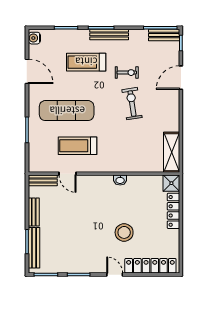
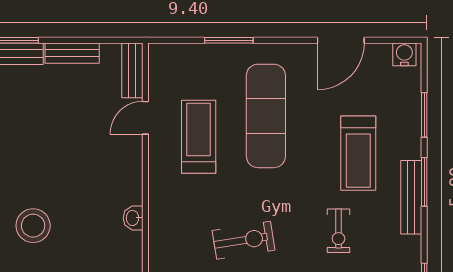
treadmill: (86, 62) -> (358, 153), turned 180
exercise bike: (132, 104) -> (244, 240), moved

